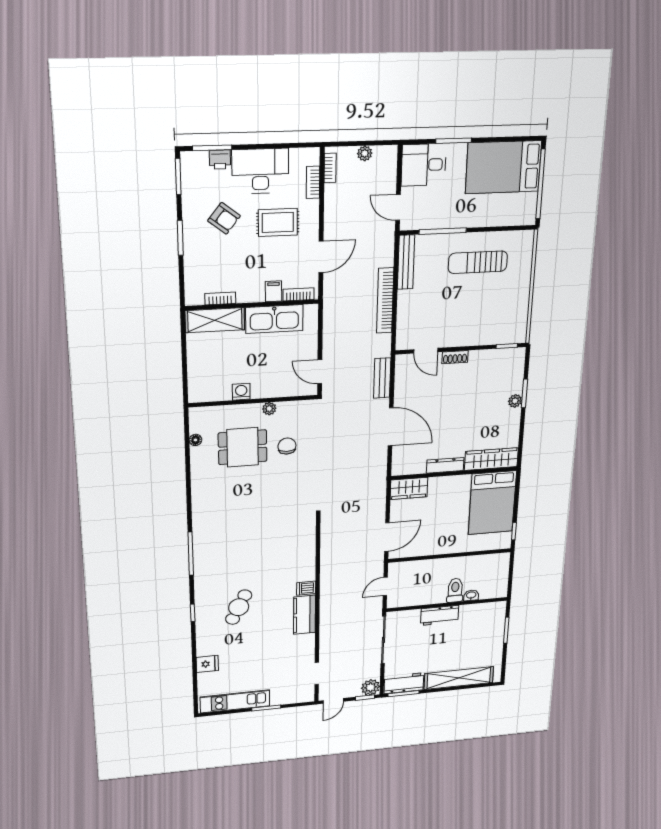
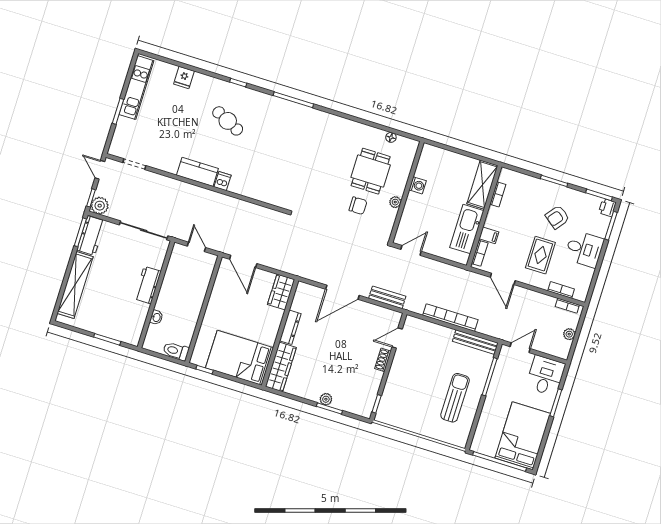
printer: (220, 160) -> (607, 208), moved
desk: (260, 171) -> (584, 249), width x0.73
toilet: (455, 590) -> (176, 351), moved, turned 180

